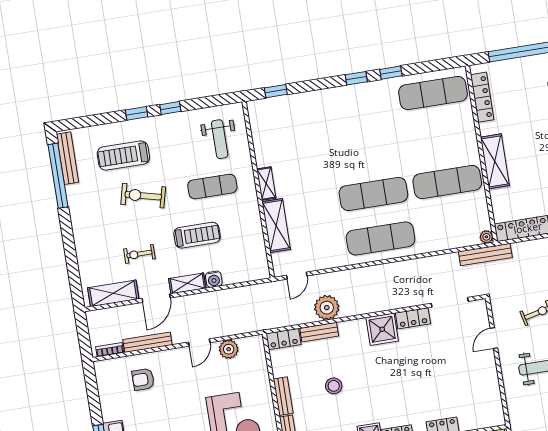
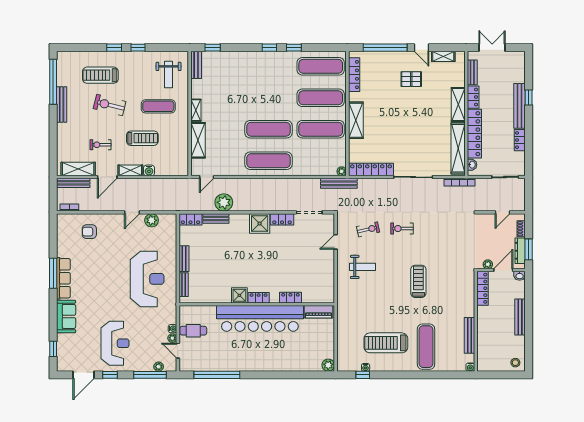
bench: (256, 119) -> (196, 65), added
exercise mat: (440, 138) -> (321, 98), added
bench: (68, 158) -> (62, 105), moved
bench: (147, 342) -> (73, 183), moved
stool: (334, 386) -> (220, 257), removed

